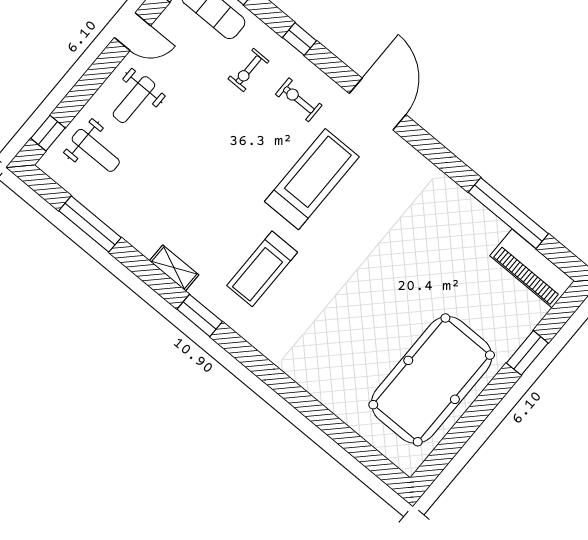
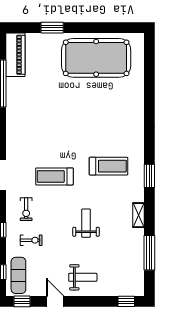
weight bench: (96, 150) -> (86, 223), moved
treadmill: (312, 179) -> (54, 176), width x0.73, depth x0.73
shelving: (174, 268) -> (138, 215), moved

